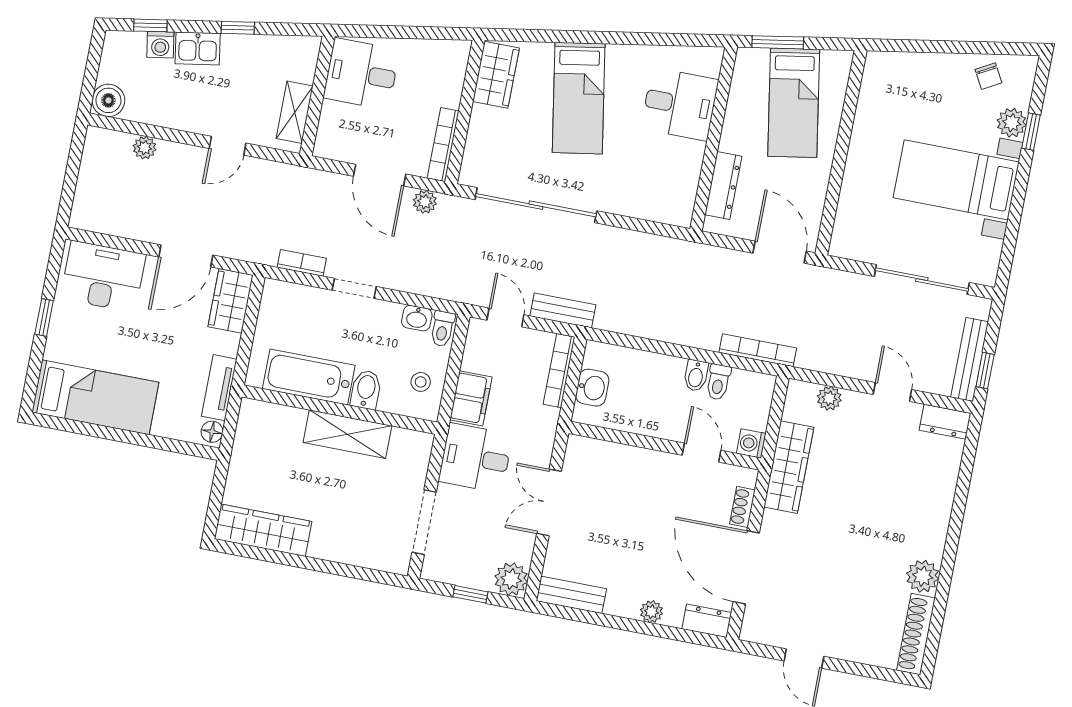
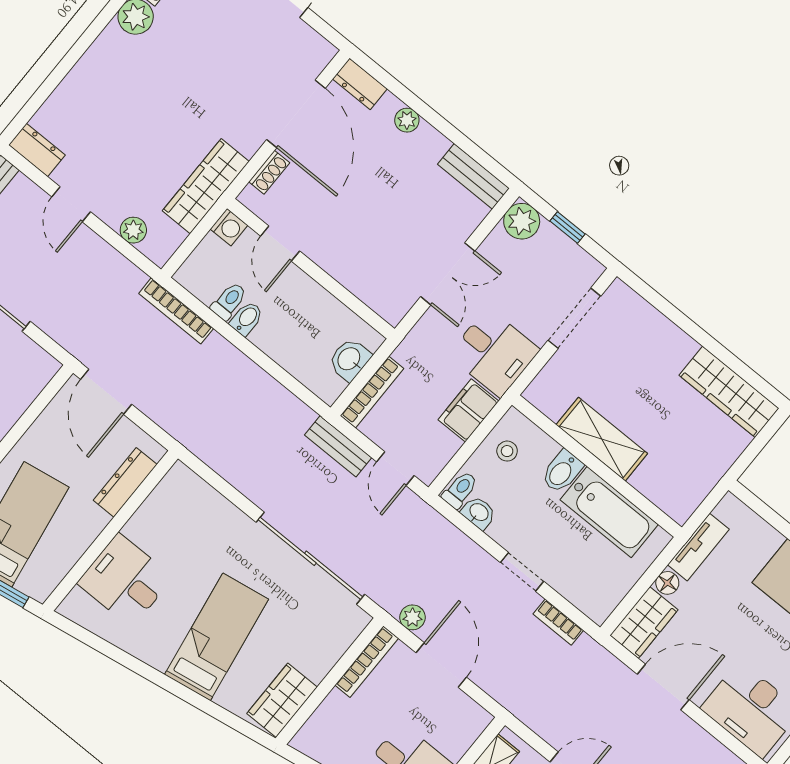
floor lamp: (212, 432) -> (667, 583), moved

